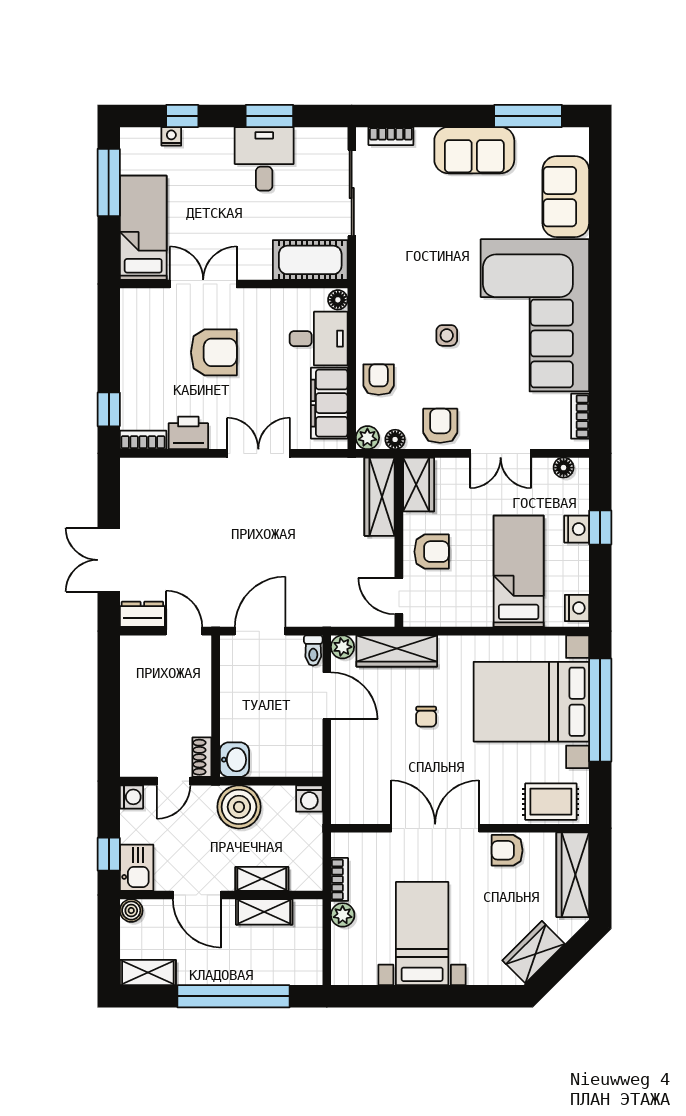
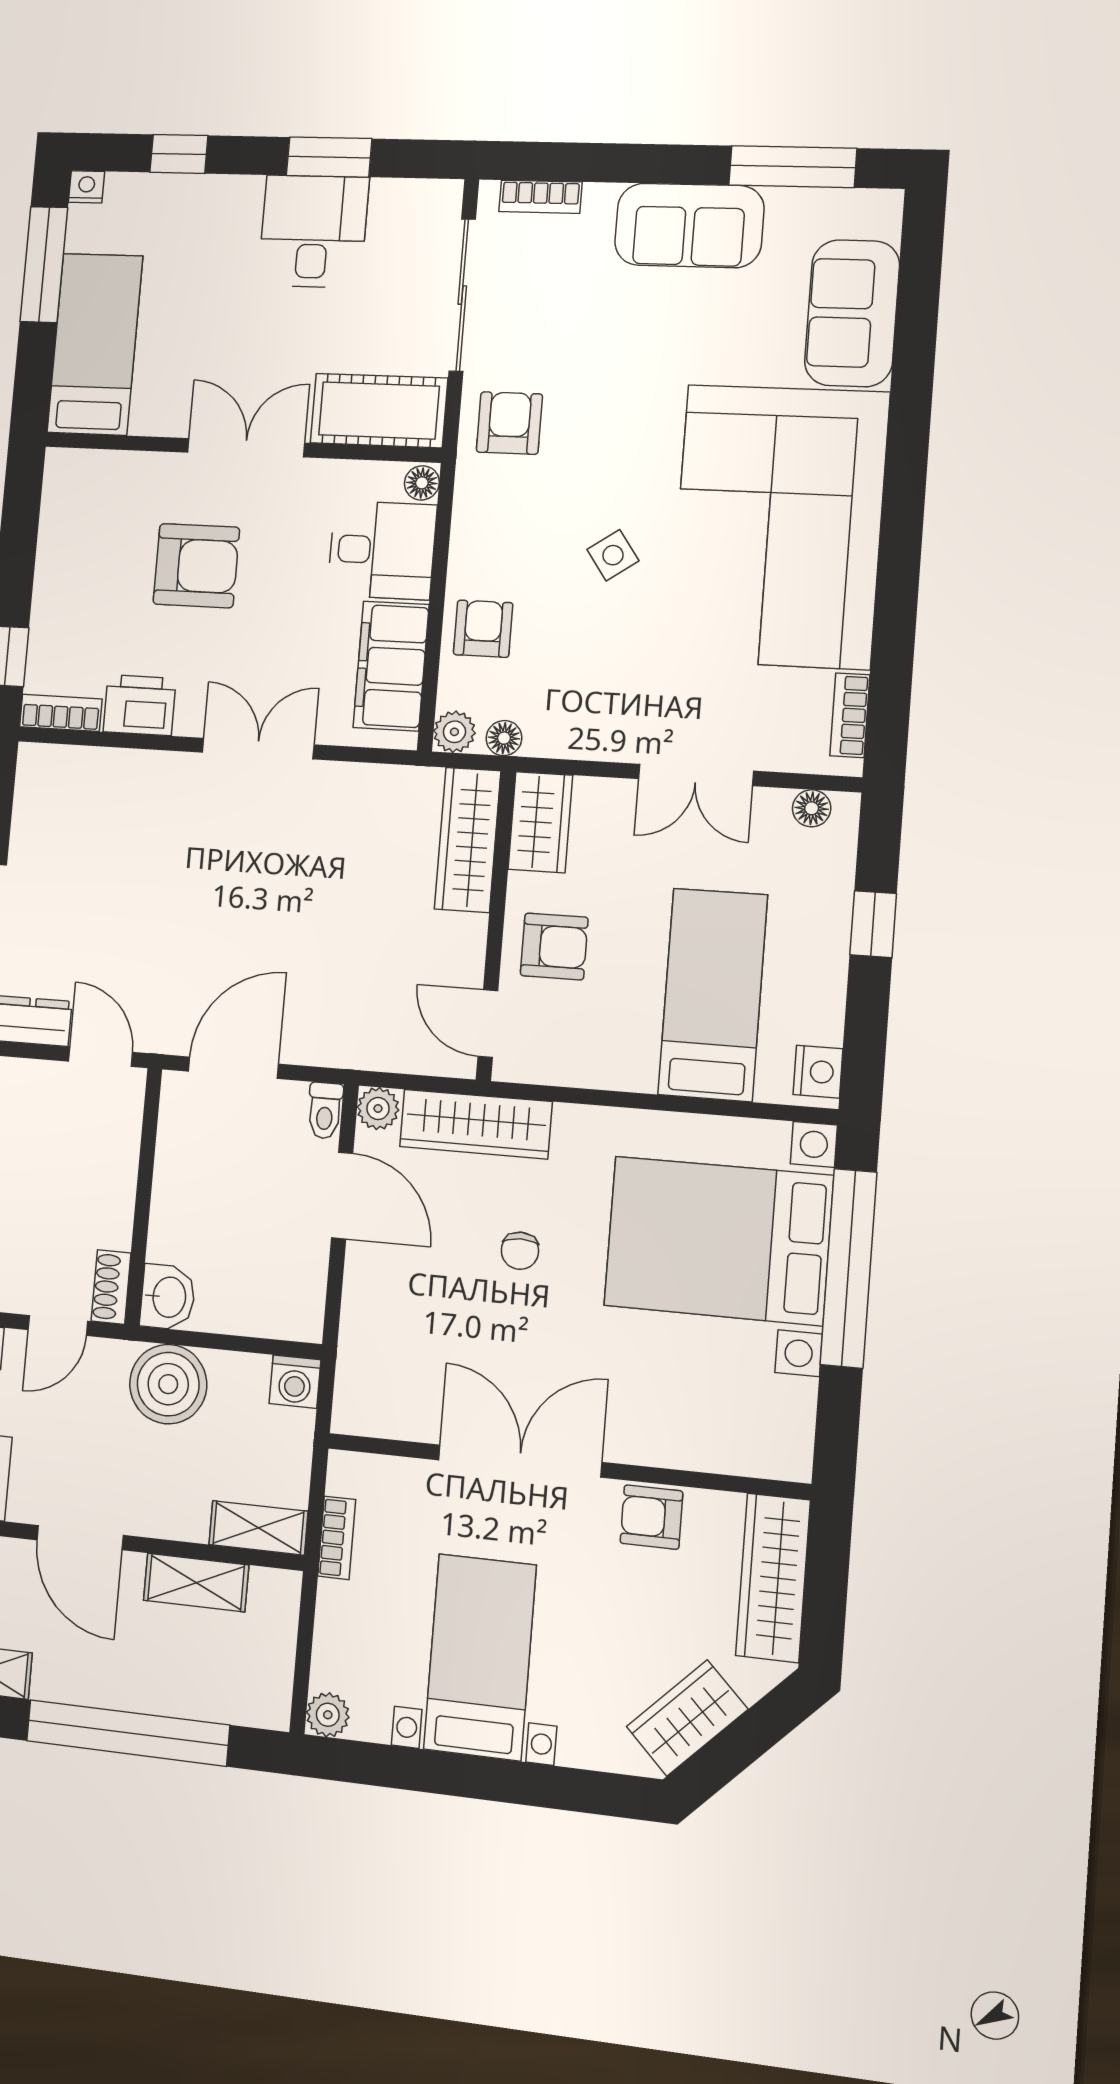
nightstand: (171, 136) -> (87, 187), moved
double door: (203, 284) -> (246, 448), moved
side table: (447, 335) -> (613, 555), turned -35
armchair: (440, 426) -> (509, 423), moved
nightstand: (577, 529) -> (828, 924), removed
rug: (551, 802) -> (741, 1433), removed
shelving: (262, 879) -> (258, 1528), moved
plant: (343, 915) -> (328, 1715), moved

